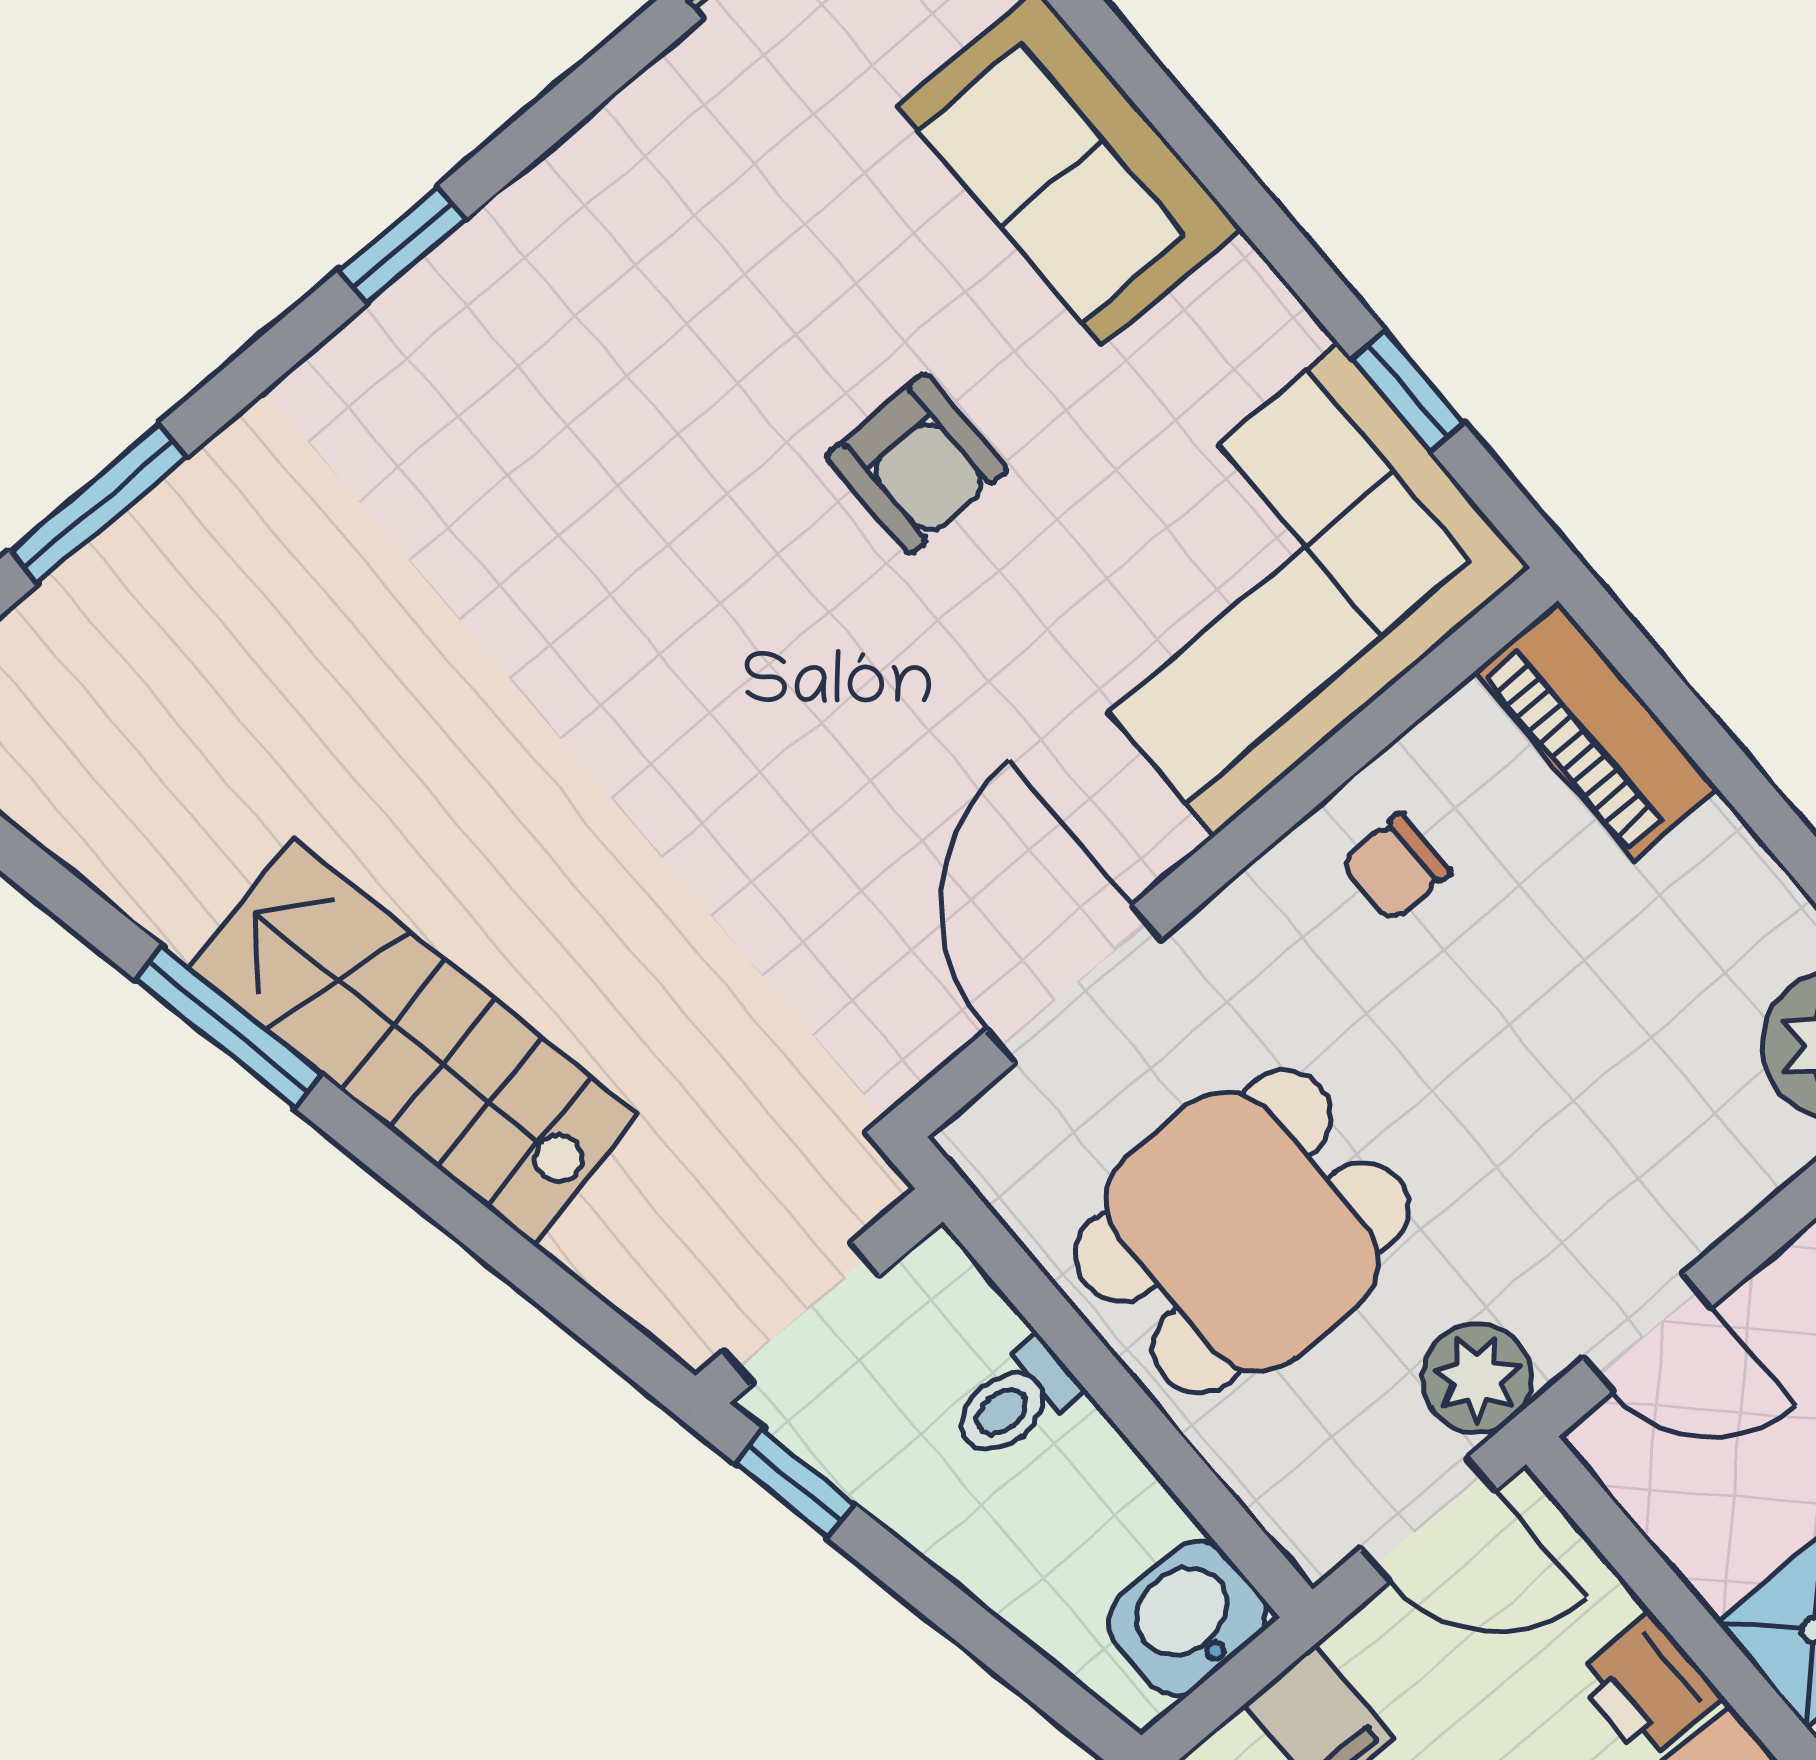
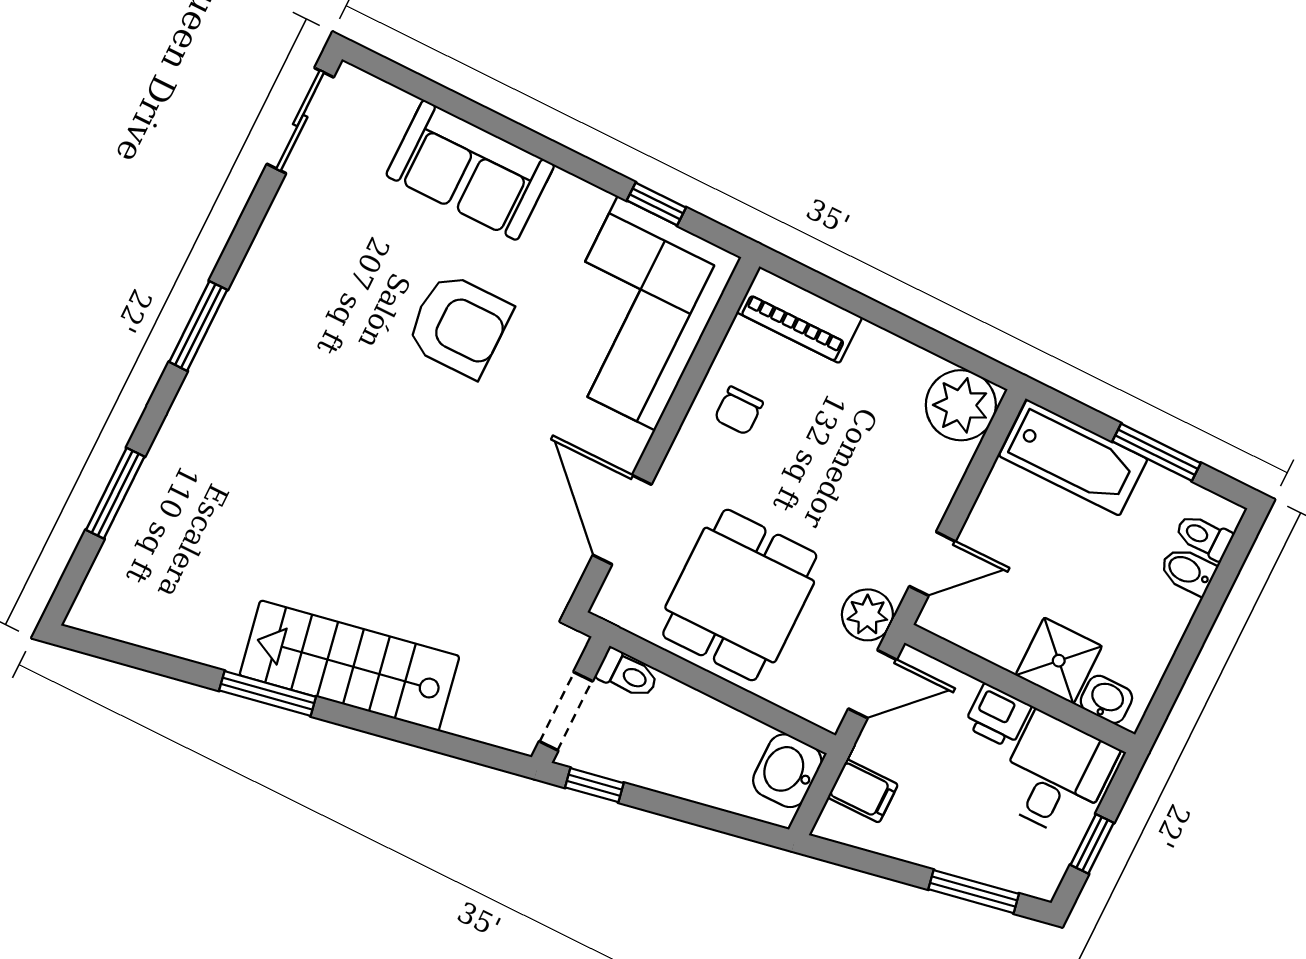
window: (403, 245) -> (198, 326), width x1.50
armchair: (917, 463) -> (459, 325), width x1.38, depth x1.38
toilet: (1015, 1401) -> (627, 674), moved, turned -90

